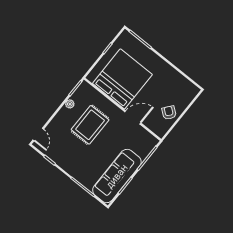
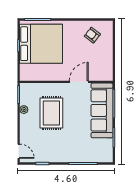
bed: (122, 79) -> (41, 44), moved, turned 90
armchair: (169, 113) -> (92, 35), moved
sofa: (117, 176) -> (102, 110), moved

